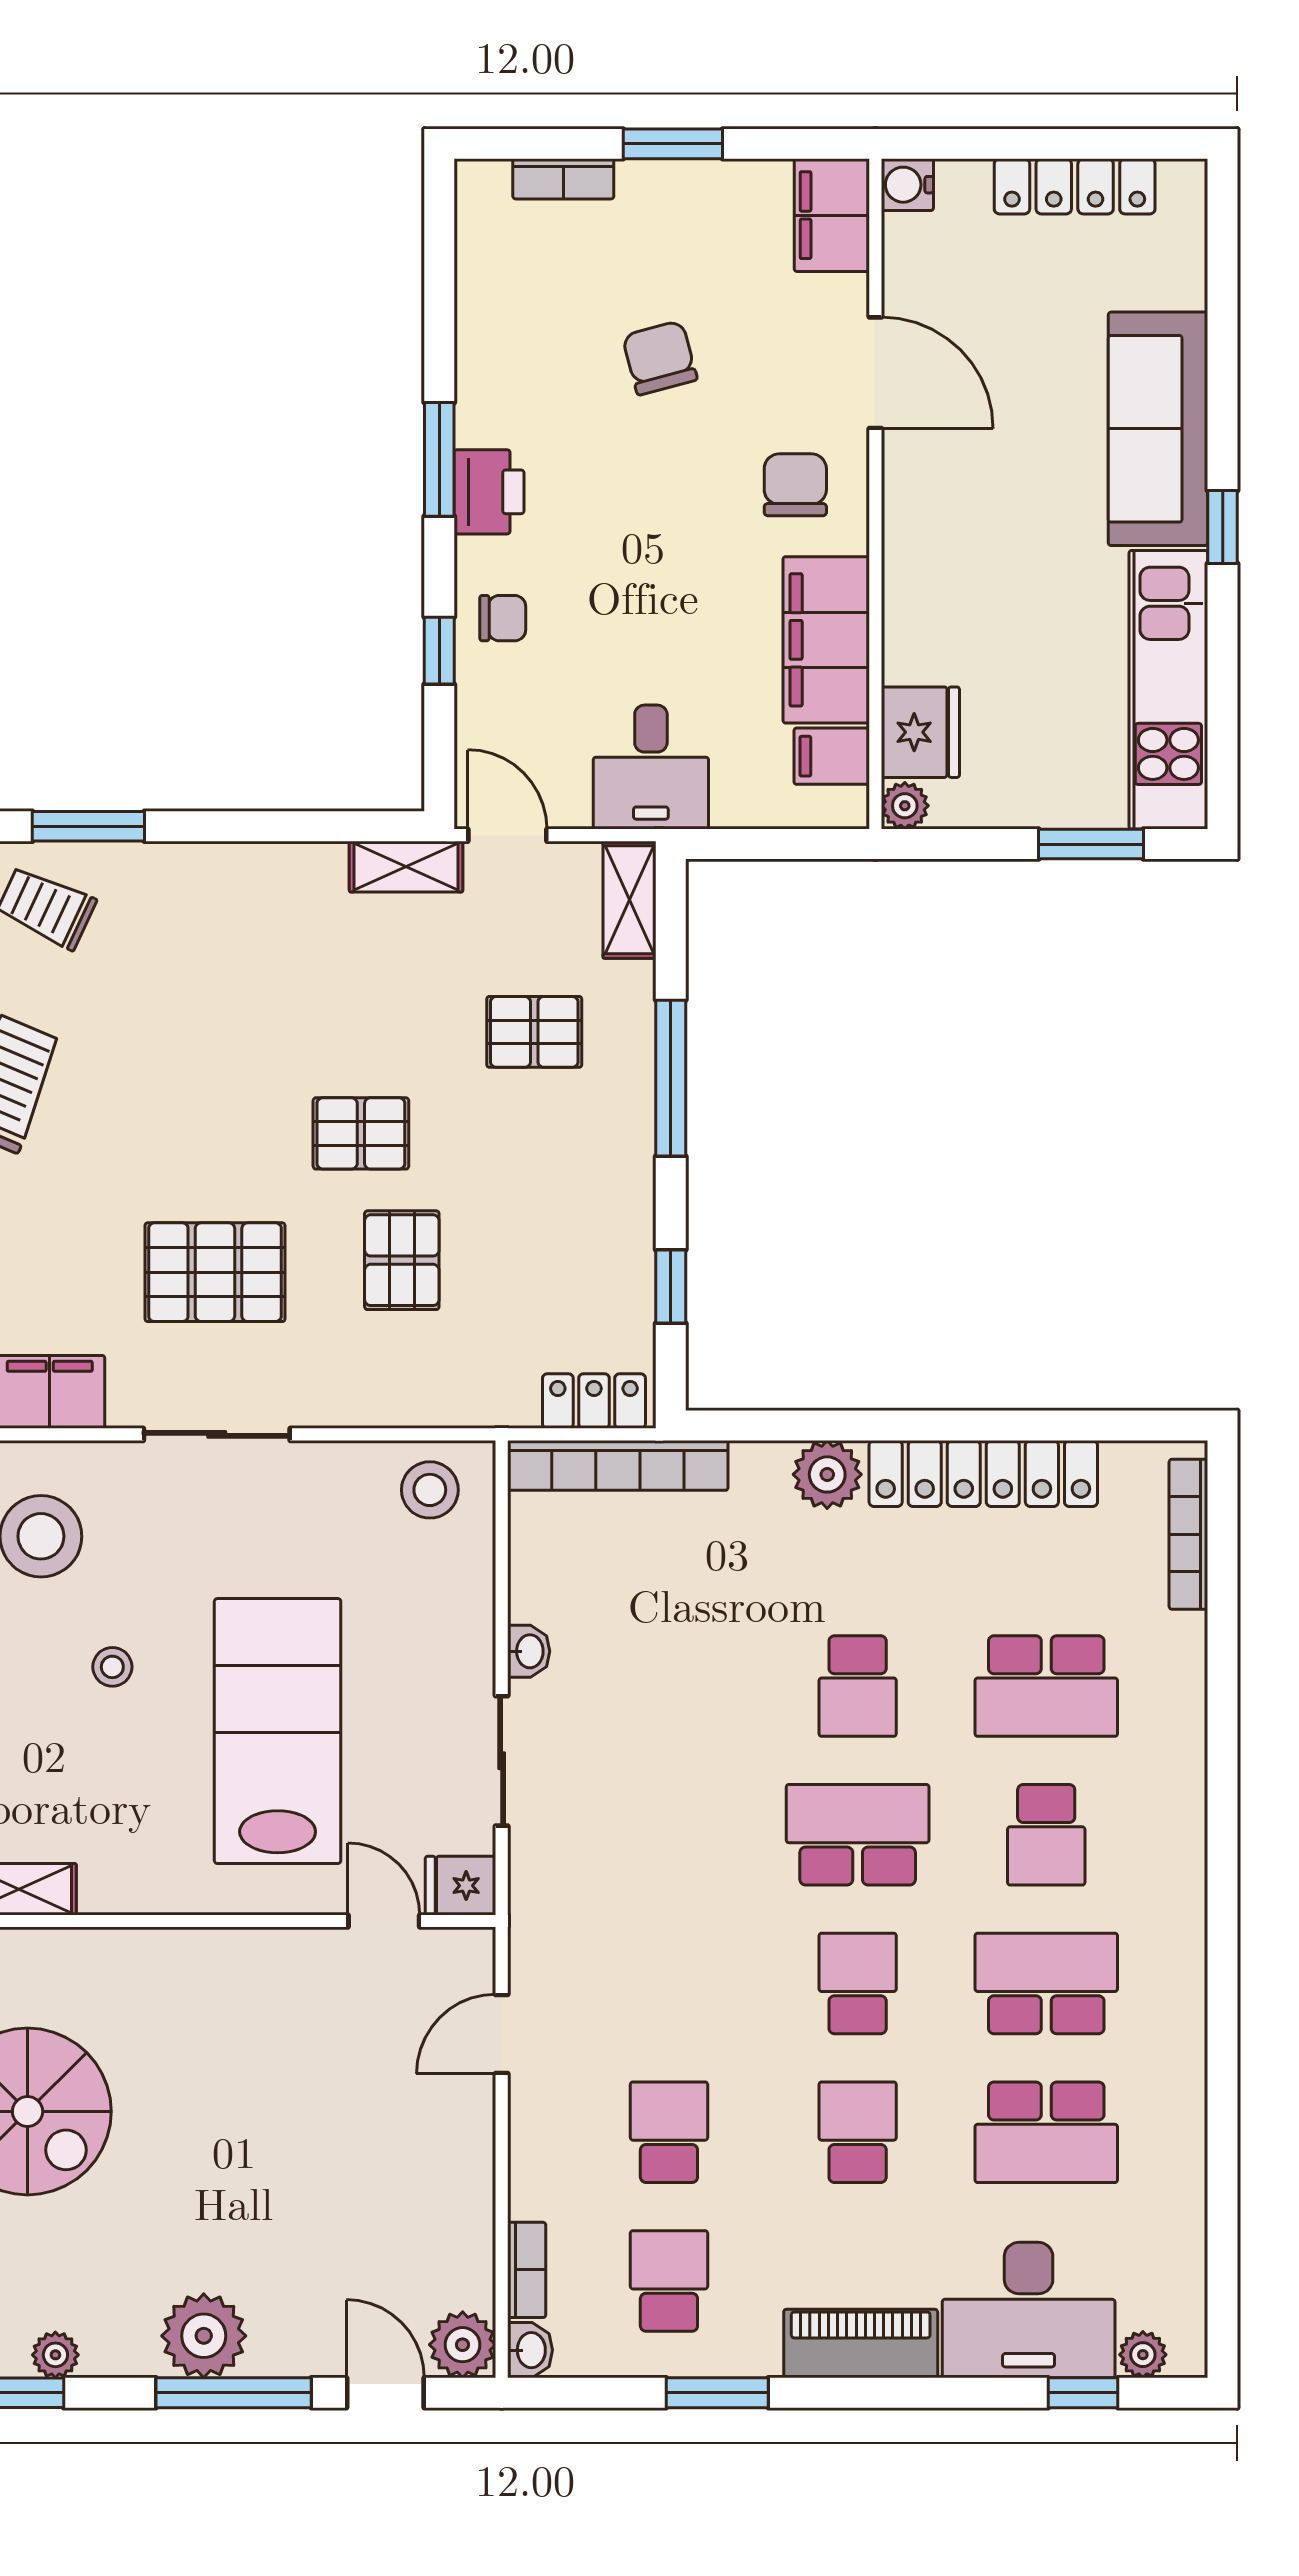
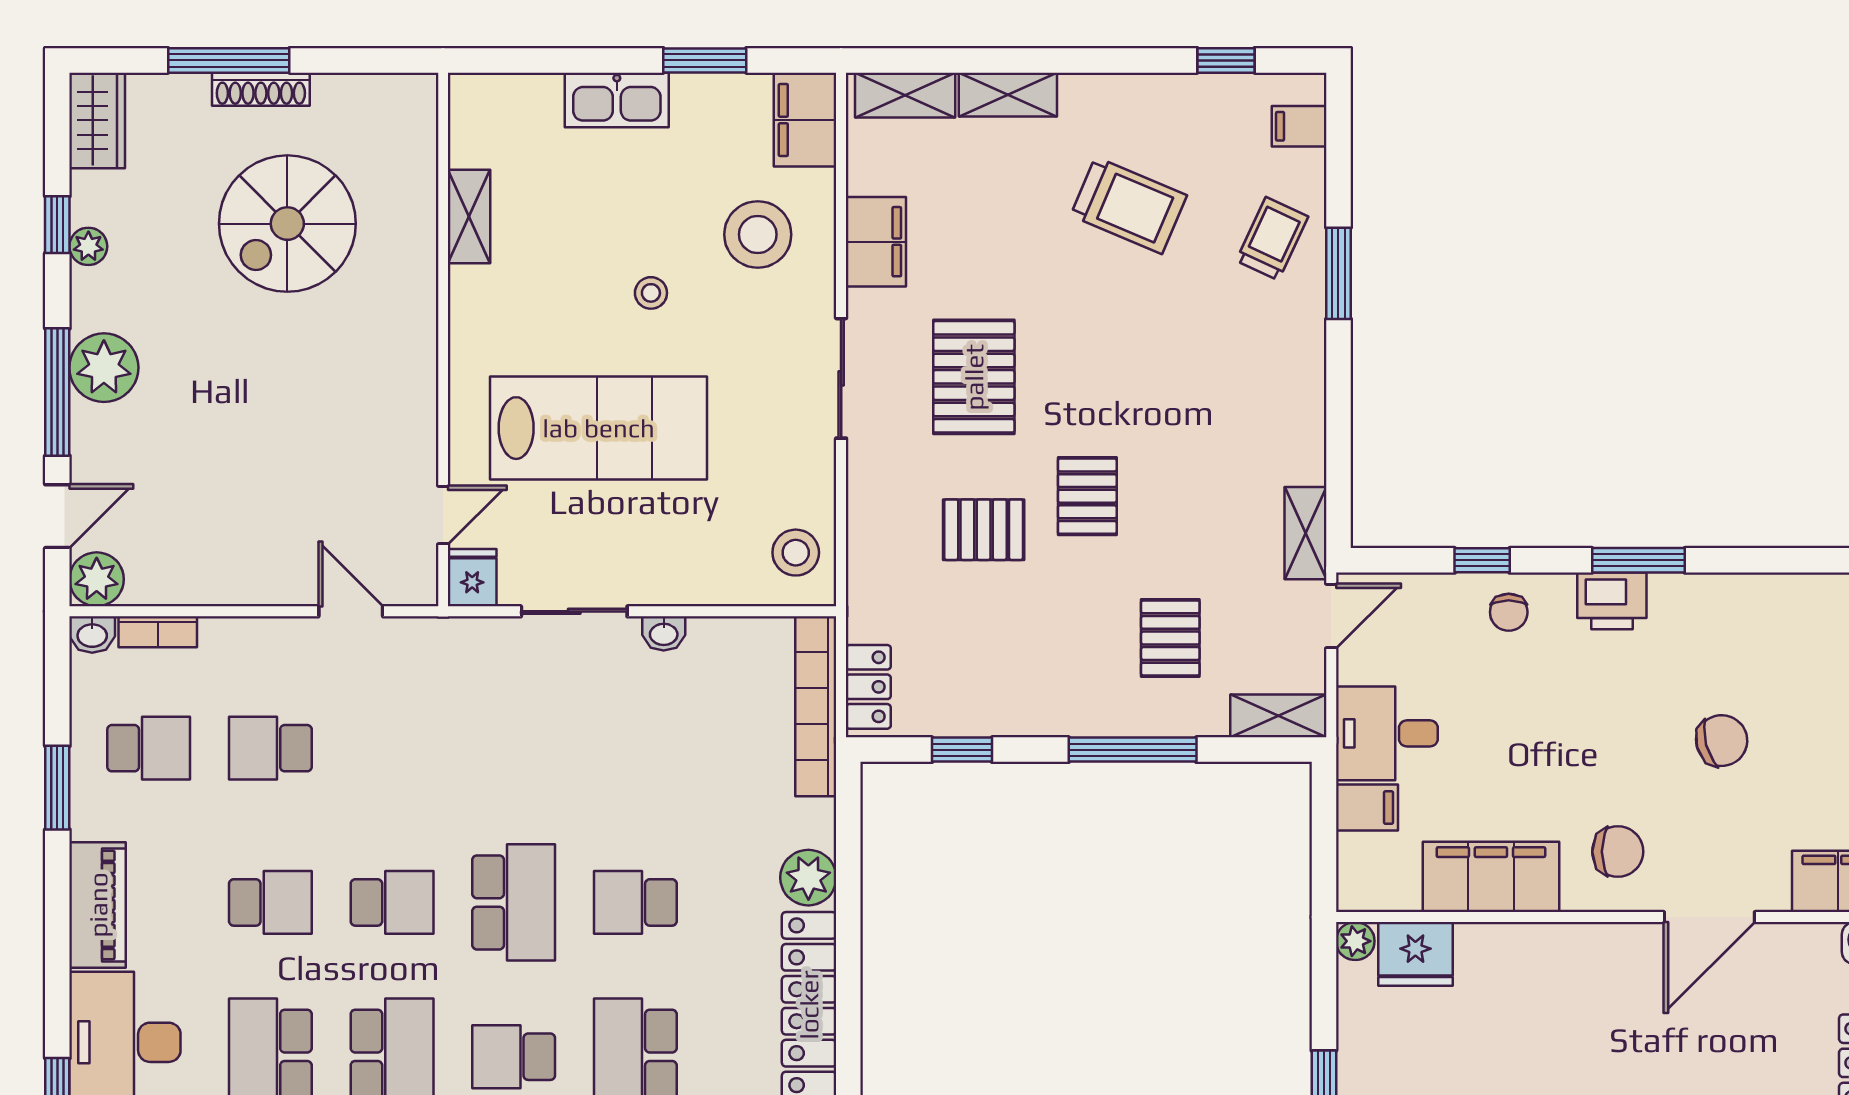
filing cabinet: (832, 756) -> (1367, 808), moved, turned 90
school desk: (669, 2132) -> (270, 748), turned 180

